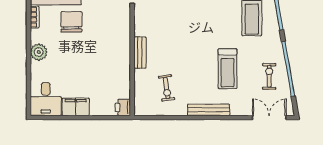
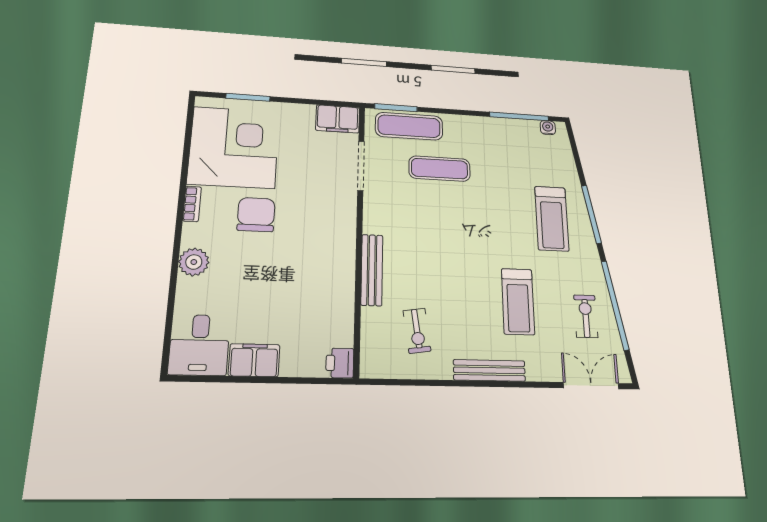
bench: (140, 53) -> (372, 270), width x1.36

